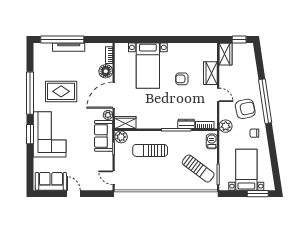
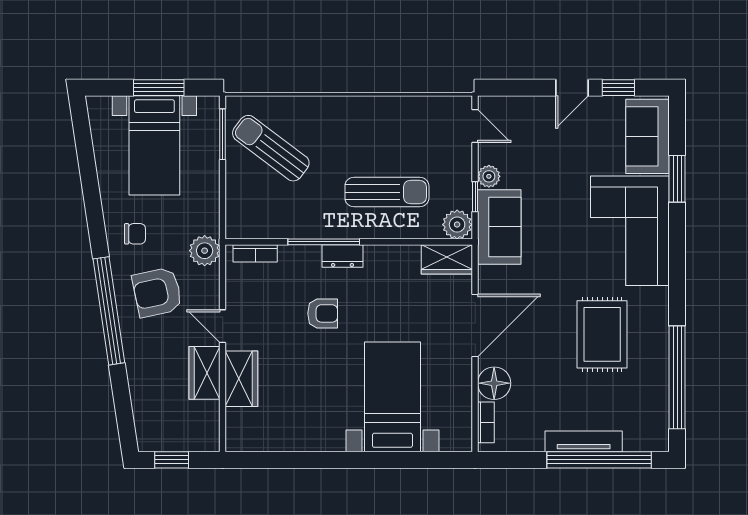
wardrobe: (226, 54) -> (205, 373), moved
armchair: (182, 79) -> (323, 313), moved
rug: (61, 91) -> (602, 334), turned 90
window: (30, 93) -> (677, 377), moved
plant: (108, 115) -> (489, 176), moved
dresser: (186, 124) -> (342, 256), moved
window: (30, 134) -> (677, 179), moved
barbecue: (212, 141) -> (238, 214), removed
sofa: (51, 181) -> (647, 136), moved, turned 90
window: (54, 194) -> (618, 88), added
door: (73, 194) -> (572, 88), hinge flipped
window: (258, 194) -> (159, 88), moved

